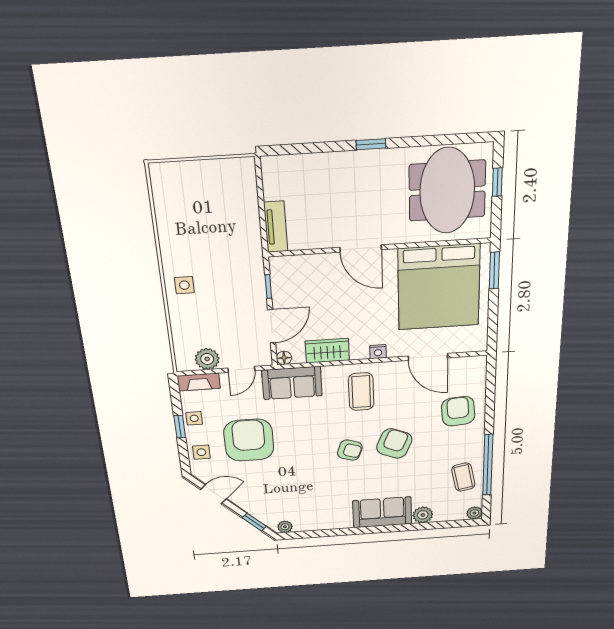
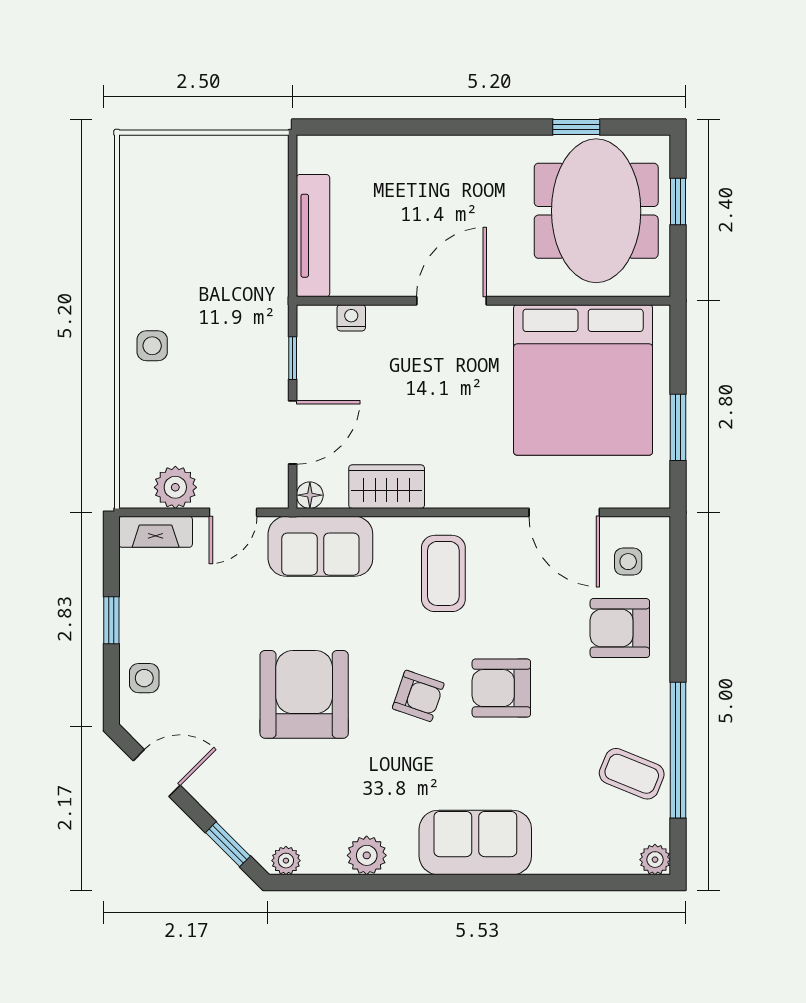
window: (371, 144) -> (576, 127), moved
tv unit: (276, 227) -> (313, 236), width x1.41
door: (361, 249) -> (452, 301), swing flipped
window: (494, 270) -> (678, 427), moved
nightstand: (378, 352) -> (351, 318), moved, turned 180
armchair: (458, 411) -> (620, 628), turned -85
side table: (194, 418) -> (628, 562), moved
armchair: (249, 440) -> (304, 694), moved
armchair: (394, 443) -> (501, 688), turned -113
coffee table: (463, 477) -> (632, 774), turned -57
plant: (423, 515) -> (367, 855), moved

